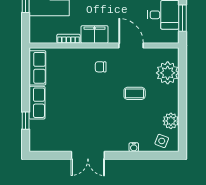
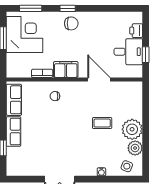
window: (182, 18) -> (146, 55), width x0.67
chair: (101, 67) -> (55, 96), moved
plant: (168, 73) -> (132, 129), moved

